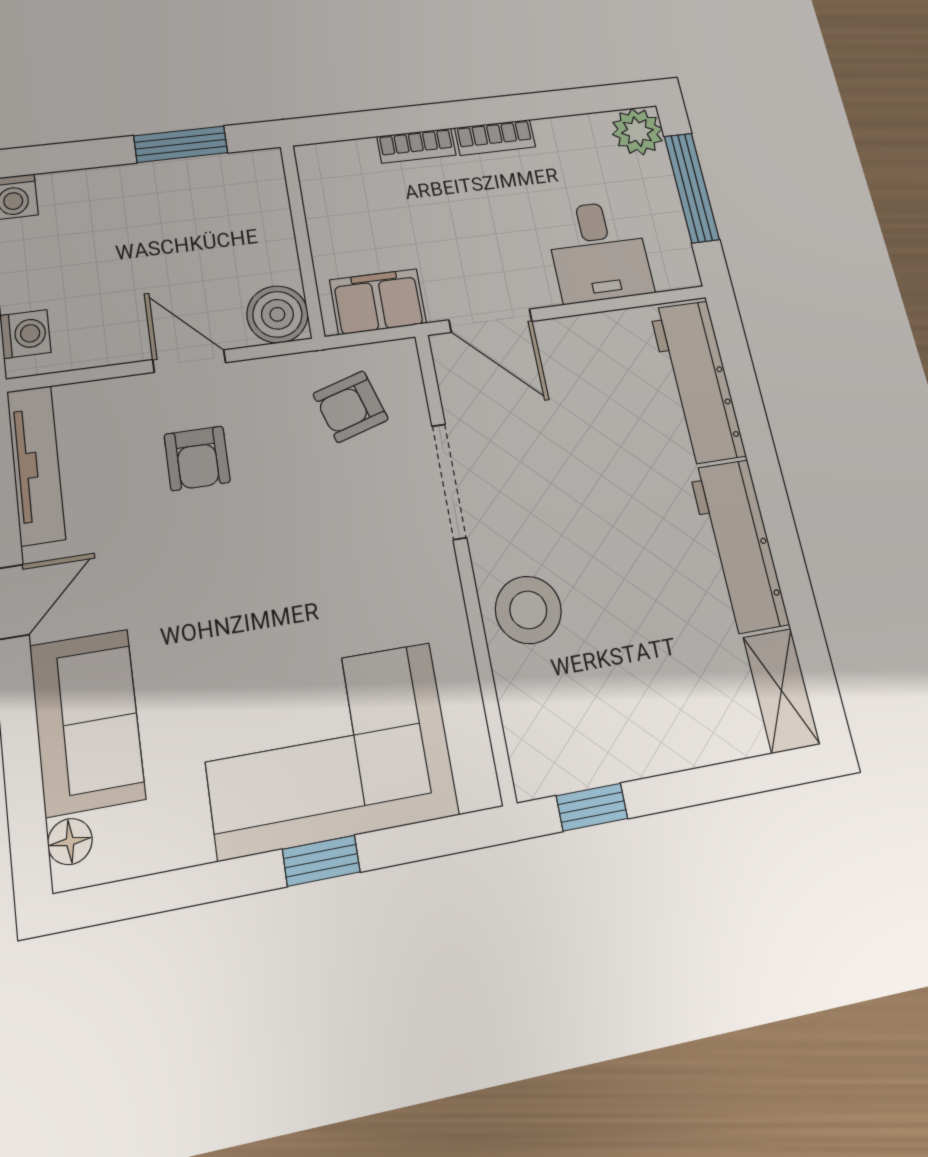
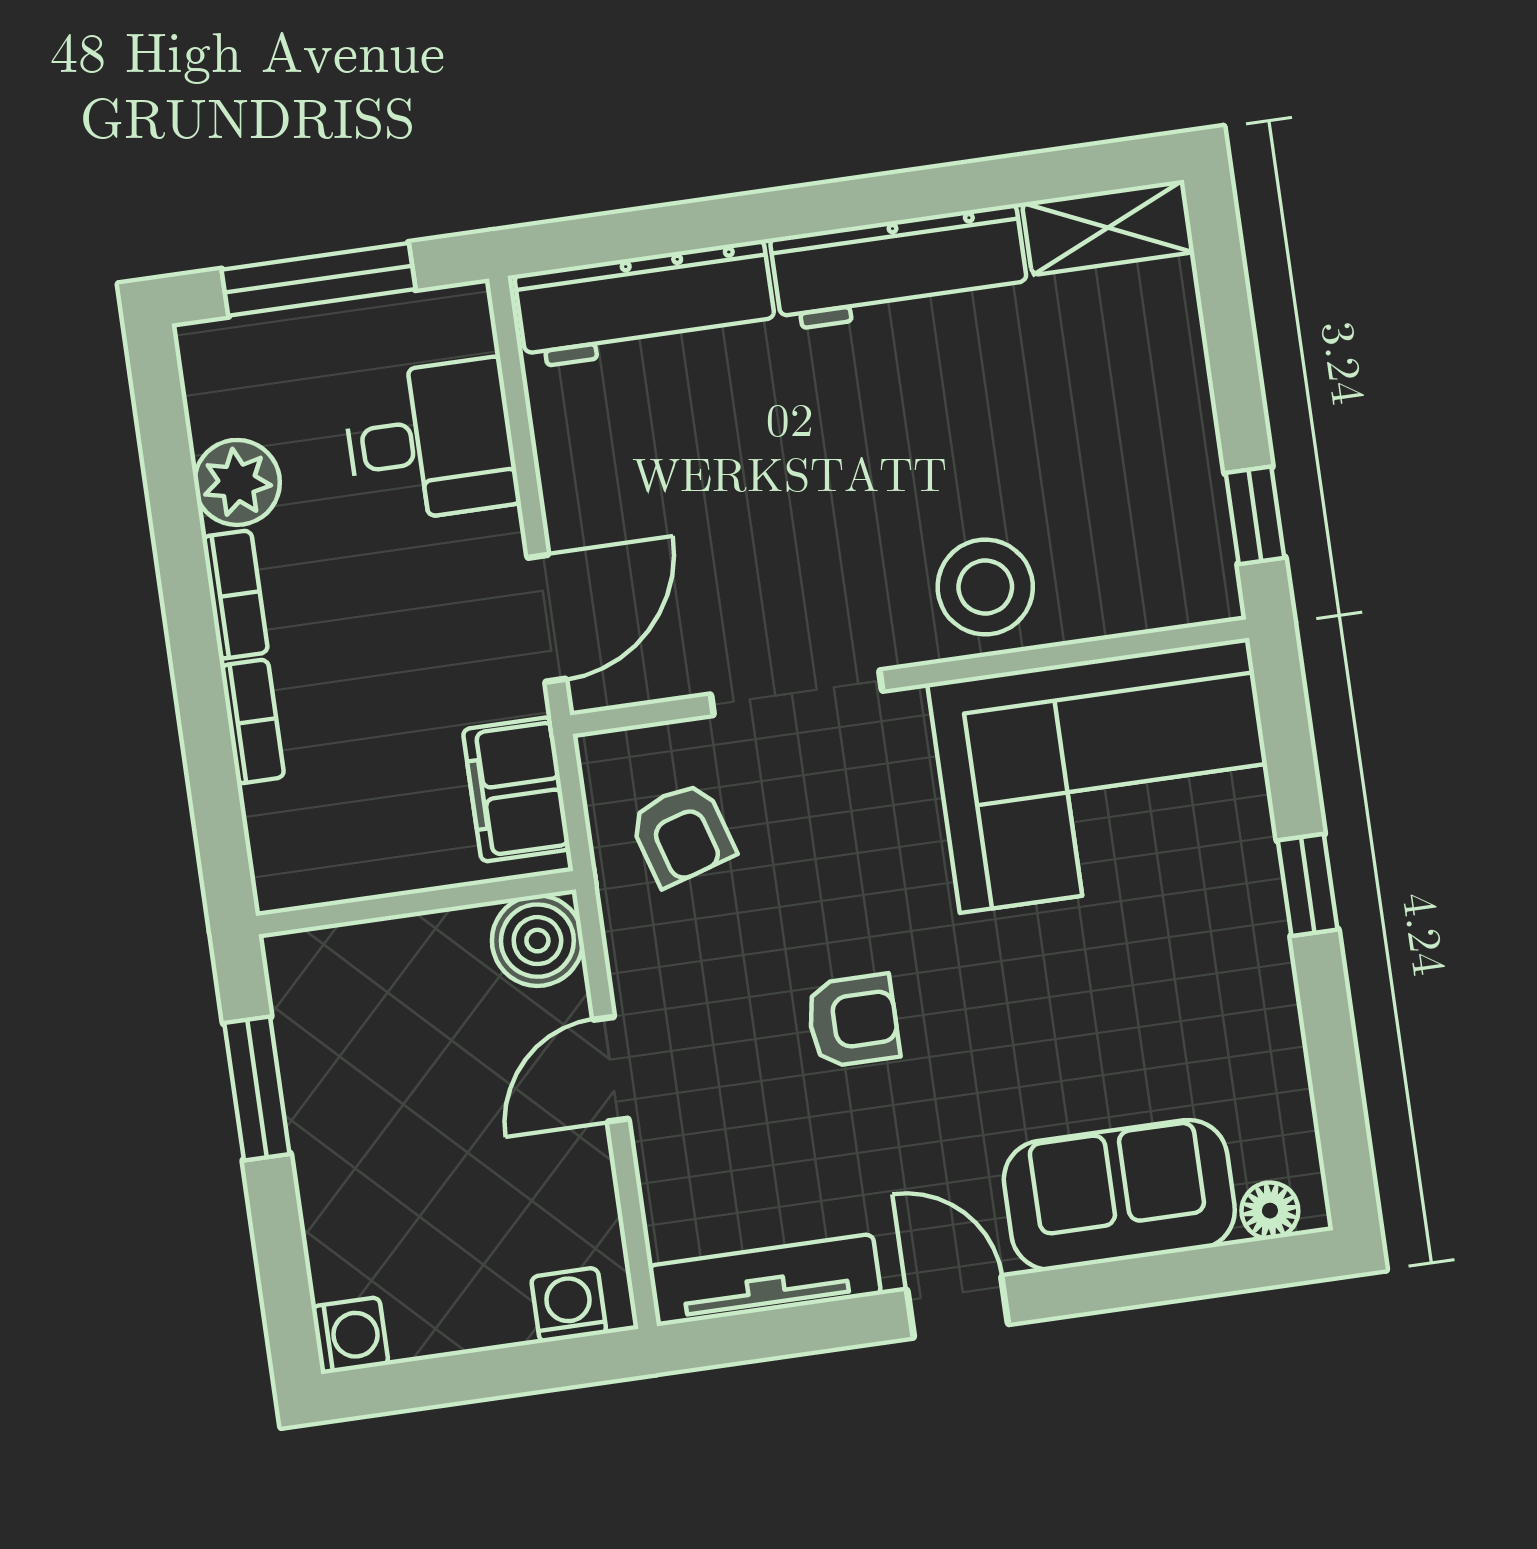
plant: (637, 132) -> (237, 482), moved
armchair: (197, 458) -> (853, 1021), moved
corner sofa: (327, 749) -> (1104, 775), moved, turned -90

